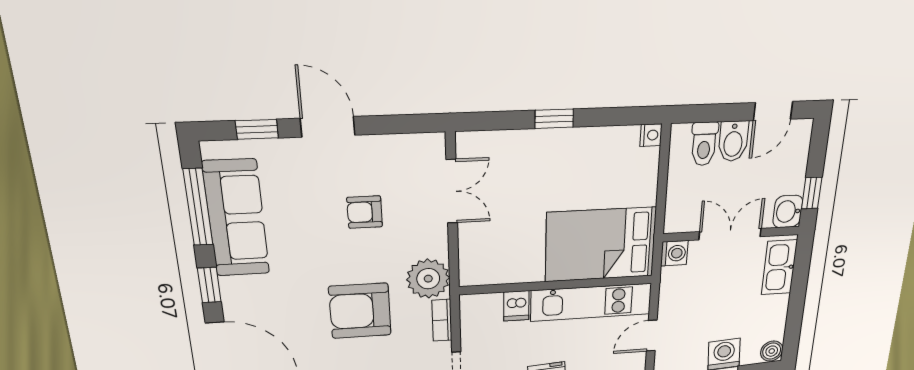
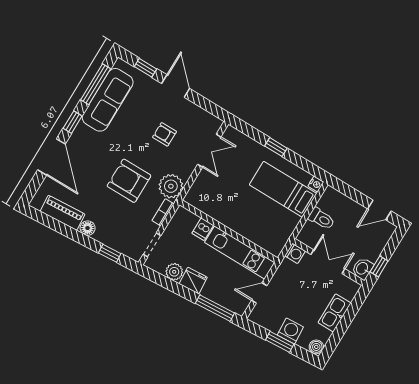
bidet: (733, 141) -> (353, 213), removed
toilet: (704, 144) -> (321, 219), moved, turned -90
bed: (601, 245) -> (283, 189), moved, width x0.67
kitchen sink: (779, 267) -> (335, 313), moved

